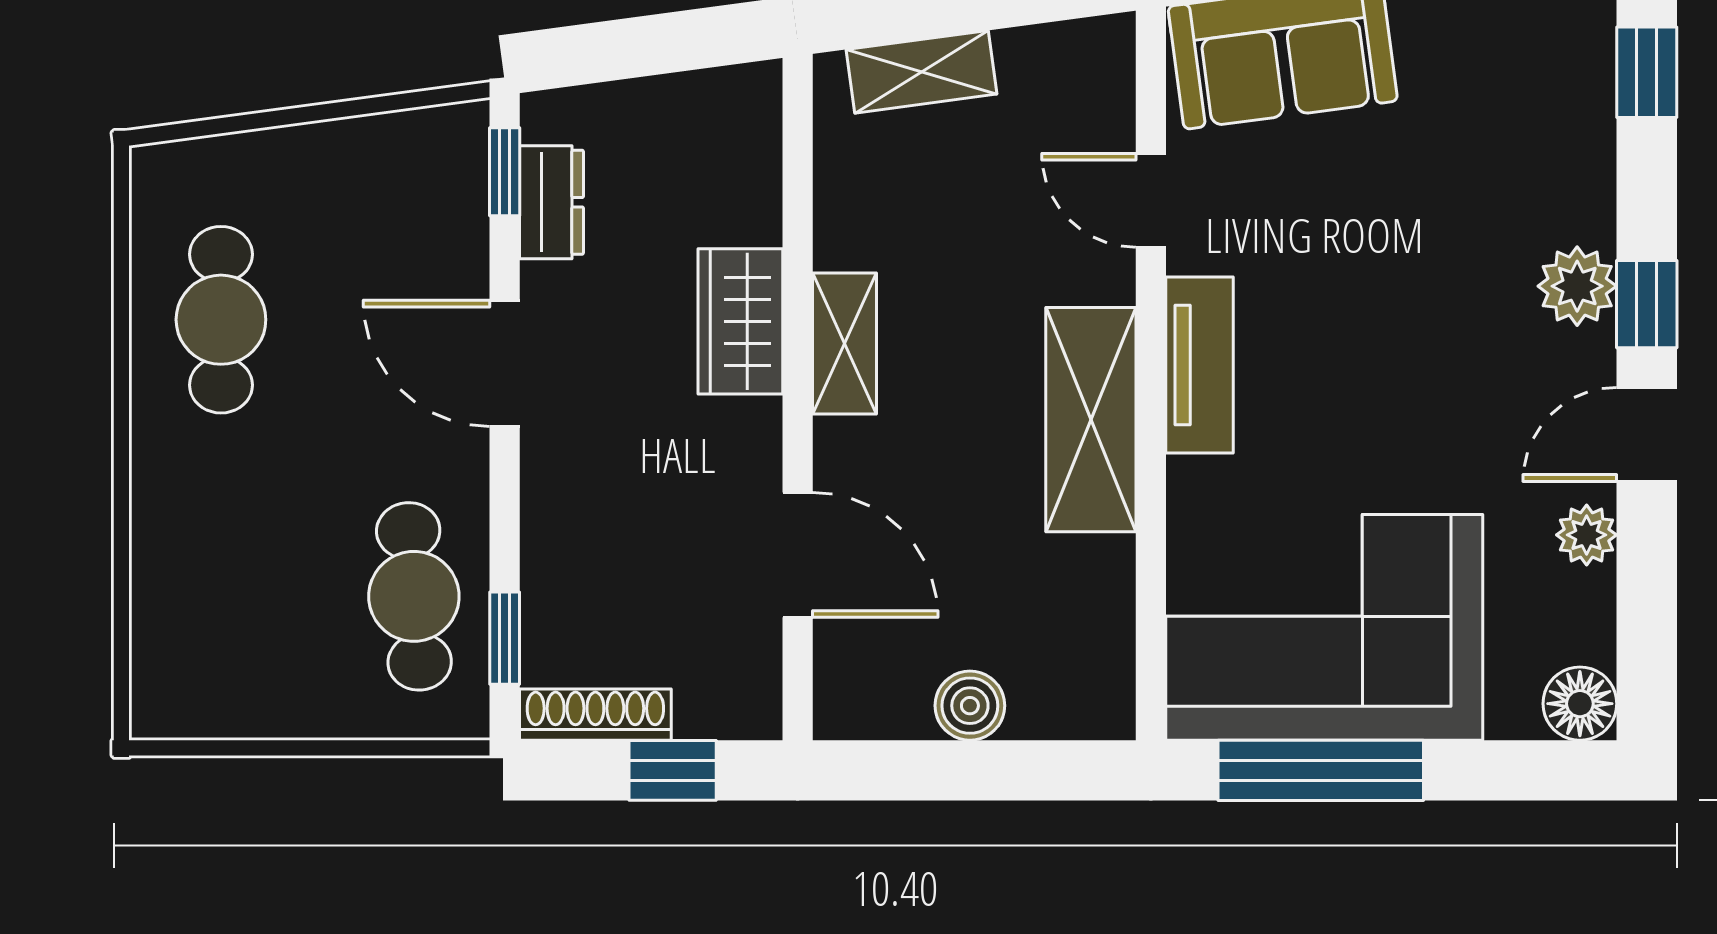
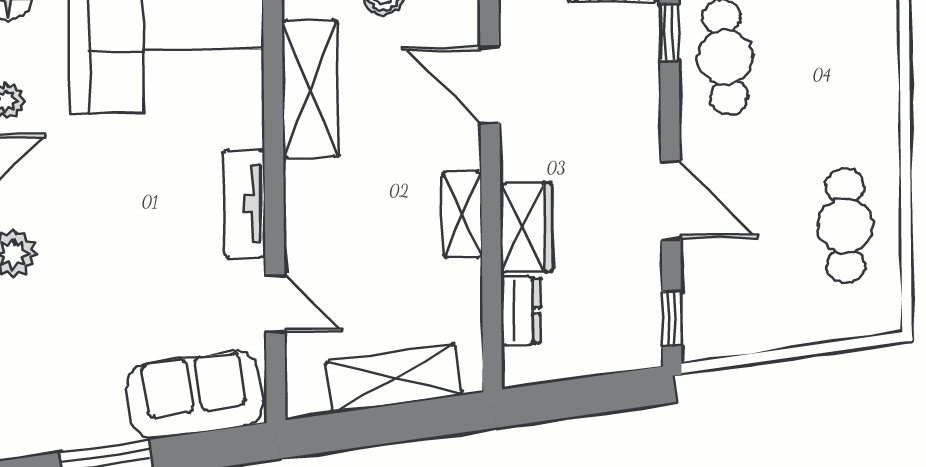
shelving: (921, 72) -> (394, 378), width x1.50, depth x1.33
dresser: (552, 202) -> (521, 311), moved, turned 180
shelving: (1091, 420) -> (310, 89), moved

